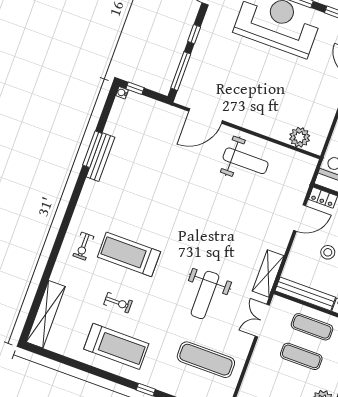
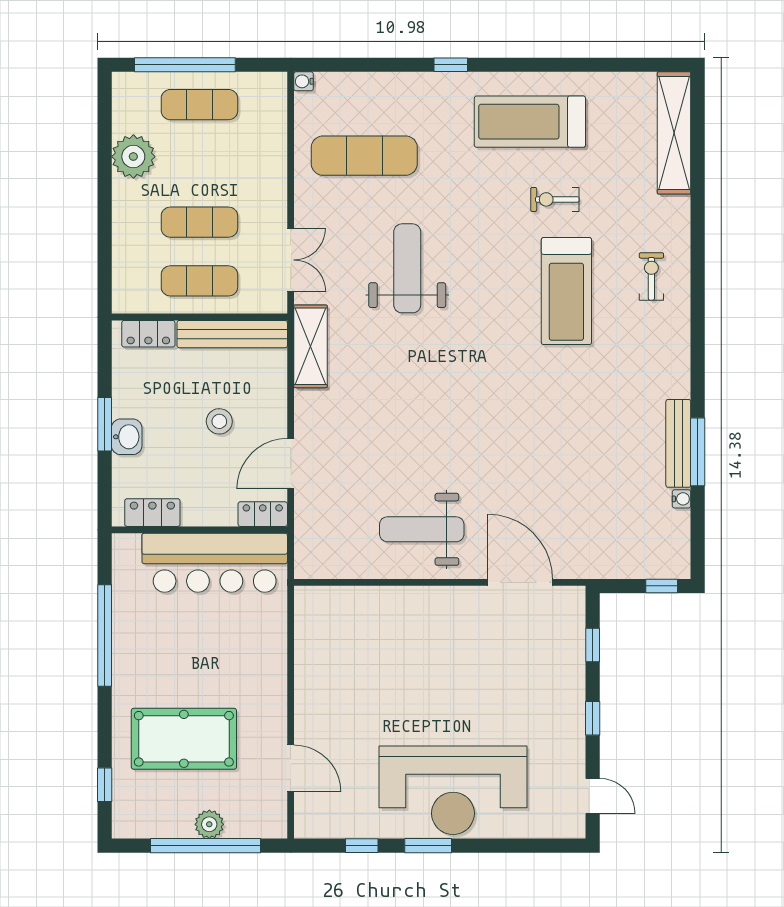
window: (181, 71) -> (593, 645), width x0.46
water cooler: (122, 93) -> (682, 499), moved
door: (206, 116) -> (520, 582), hinge flipped
plant: (300, 137) -> (342, 605), removed
treadmill: (129, 254) -> (566, 291), turned 90

